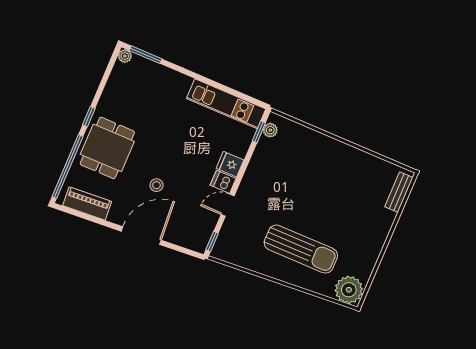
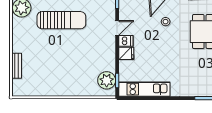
plant: (270, 130) -> (107, 80), width x1.88, depth x1.88
bench: (399, 192) -> (17, 66), moved
sun lounger: (301, 249) -> (61, 20), turned 180

